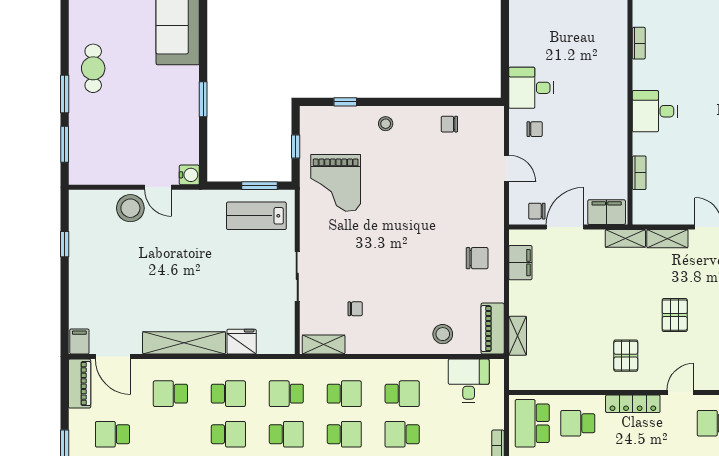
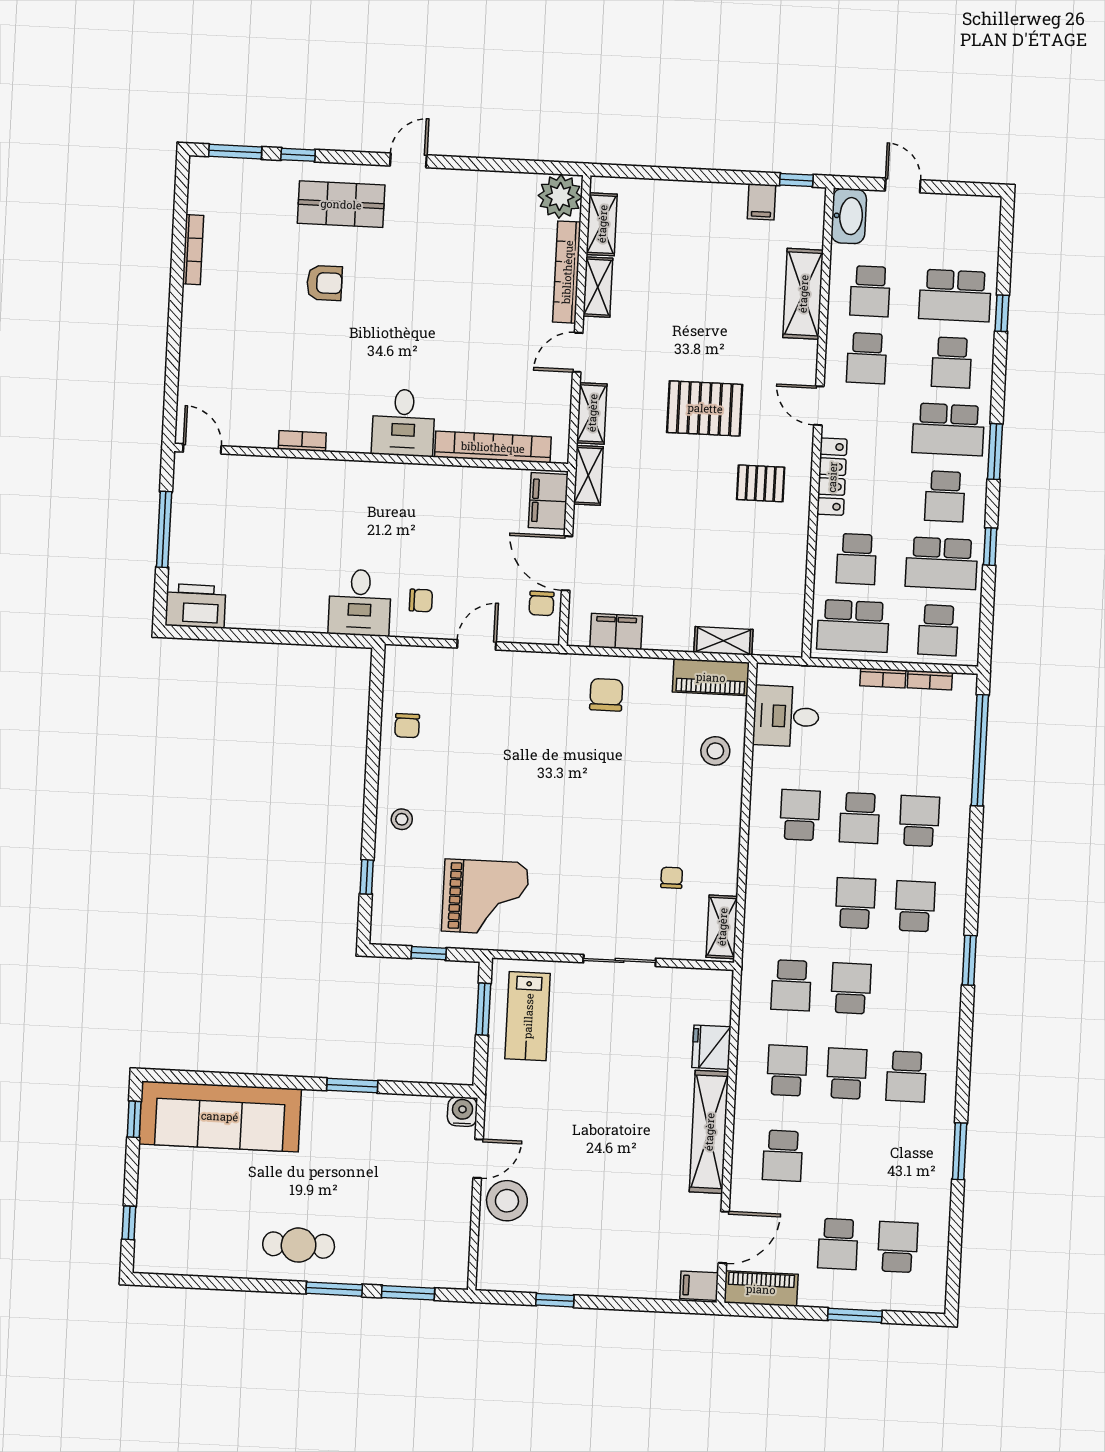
chair: (535, 129) -> (421, 600), turned 90
bookcase: (639, 173) -> (493, 447), width x2.31, depth x1.31
pallet: (675, 315) -> (705, 408), width x1.50, depth x1.42
school desk: (344, 394) -> (796, 900), removed

